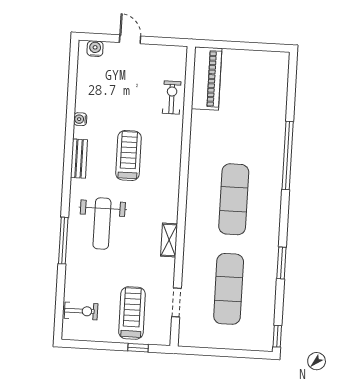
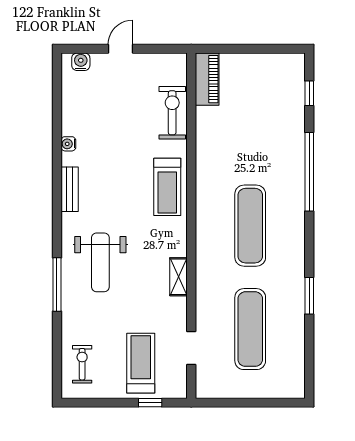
door: (130, 39) -> (120, 49), hinge flipped
piano: (207, 79) -> (207, 79), width x0.73, depth x0.75
exercise bike: (172, 97) -> (172, 113), width x1.38, depth x1.39
treadmill: (128, 156) -> (167, 187), moved, turned 180
exercise bike: (81, 311) -> (82, 364), turned -90
window: (277, 336) -> (309, 93), moved

